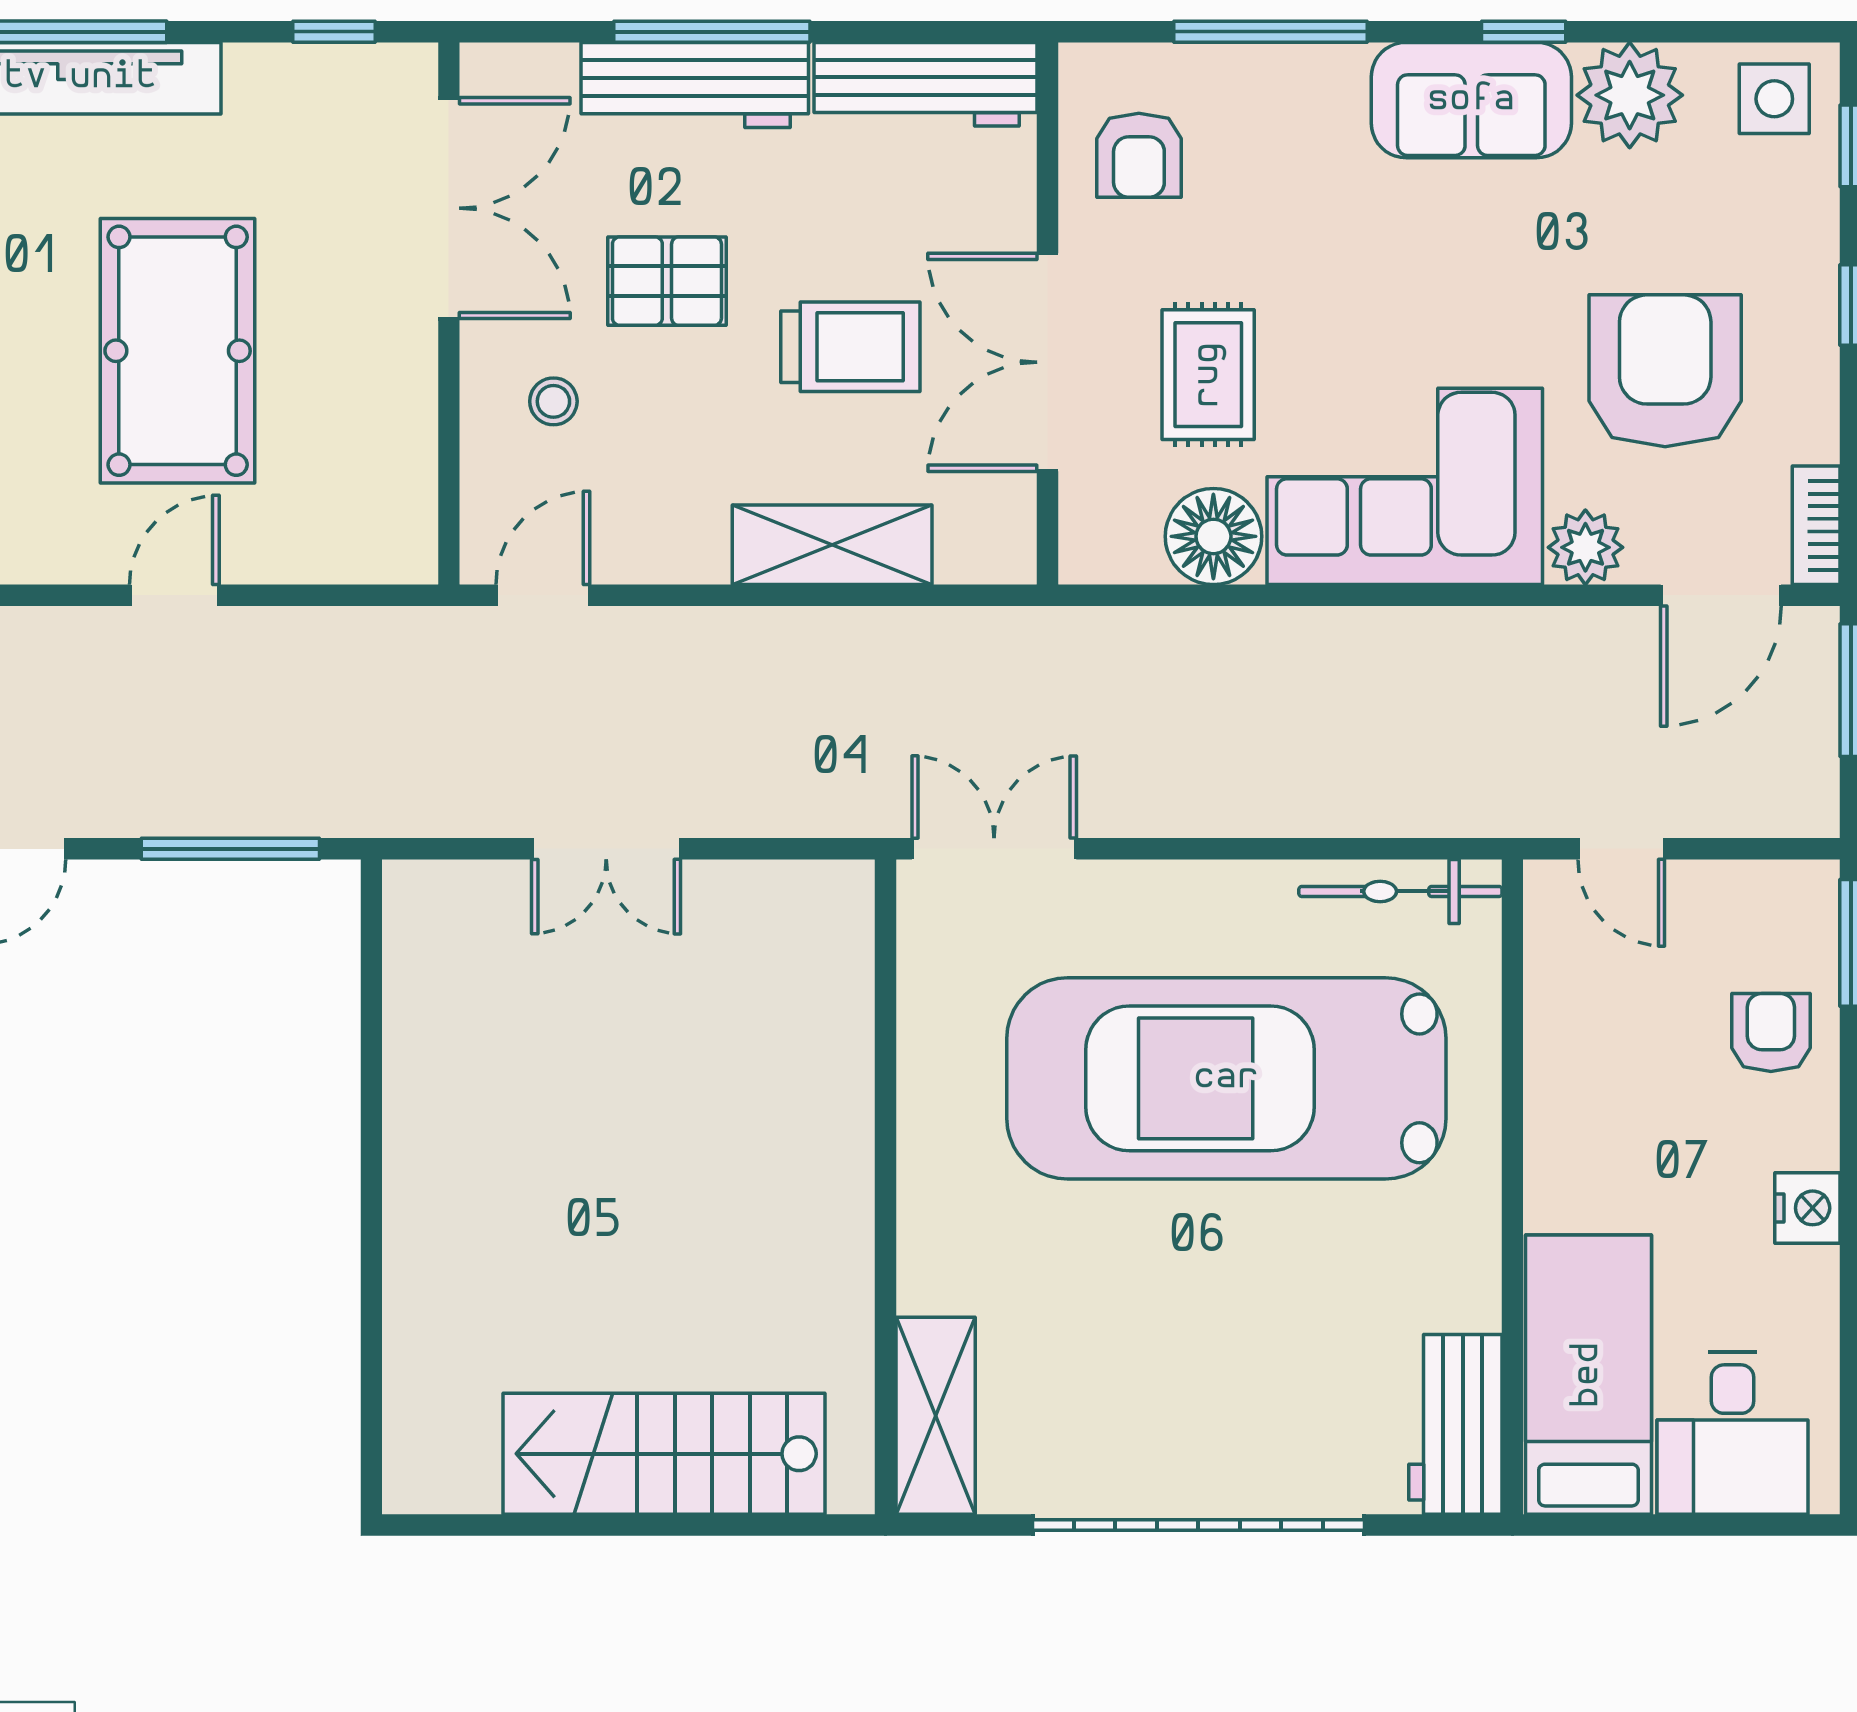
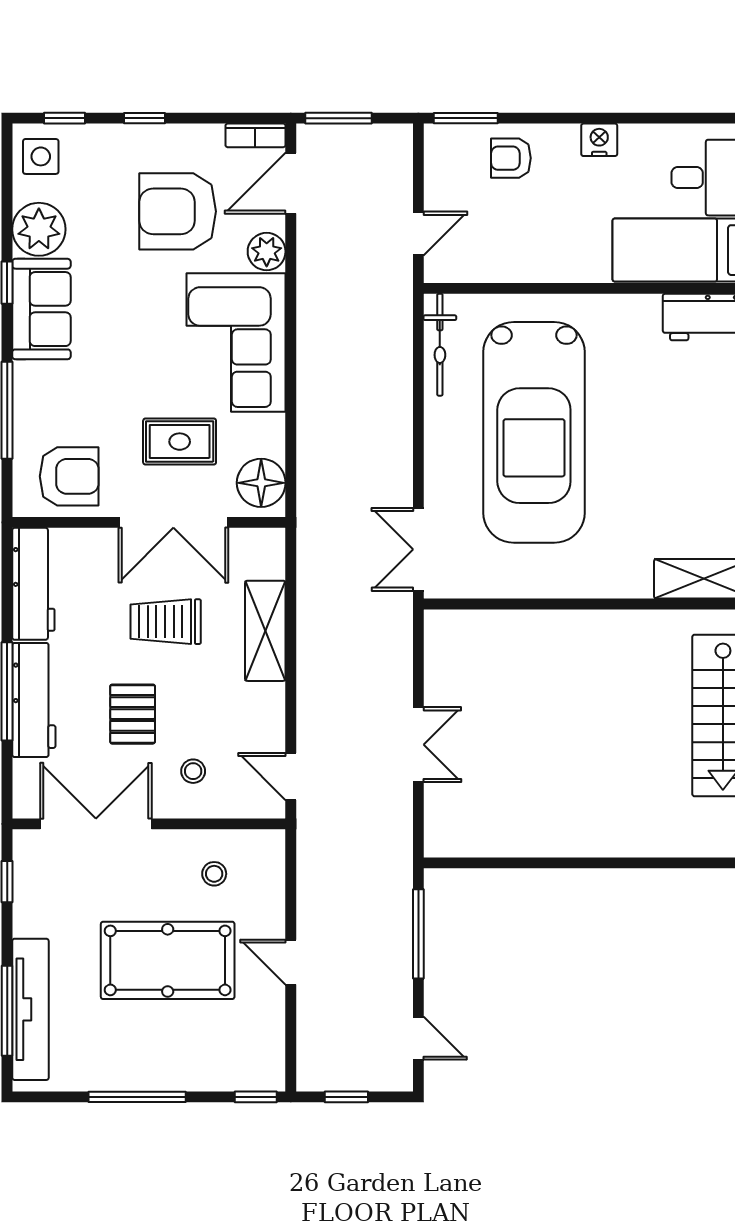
armchair: (1139, 155) -> (69, 476), width x1.38, depth x1.38
trolley: (850, 347) -> (166, 622), turned -90
stool: (350, 443) -> (214, 874), added
floor lamp: (1213, 536) -> (261, 483), moved
door: (1721, 595) -> (291, 183), swing flipped

